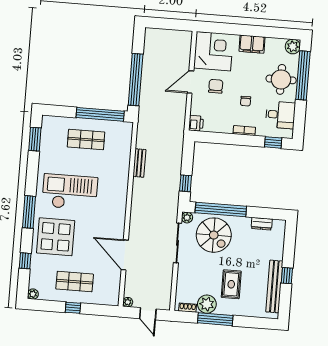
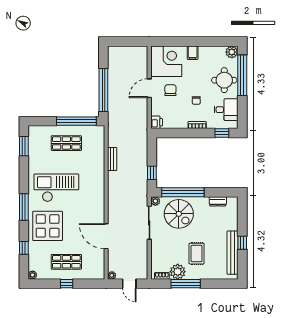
filing cabinet: (252, 44) -> (193, 53), width x0.50

